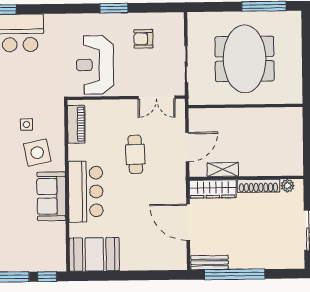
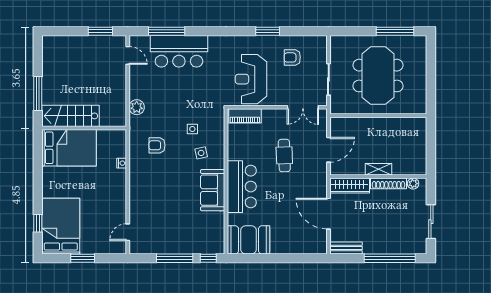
piano: (76, 124) -> (245, 116), moved, turned 90
side table: (37, 153) -> (201, 153), width x0.54, depth x0.54
shelving: (223, 170) -> (378, 169), moved
window: (235, 274) -> (390, 258), moved

